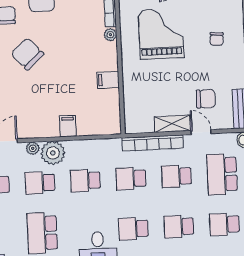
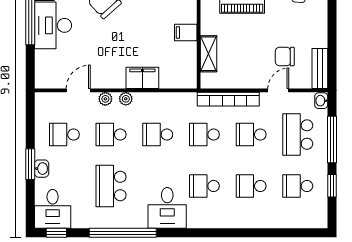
chair: (206, 99) -> (285, 57), turned 180
shelving: (172, 124) -> (208, 54), moved, turned 90
filing cabinet: (68, 126) -> (142, 78), width x2.00
door: (201, 132) -> (278, 90), hinge flipped
plant: (53, 153) -> (126, 99), width x0.53, depth x0.53

